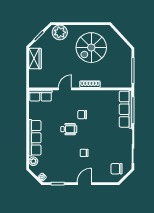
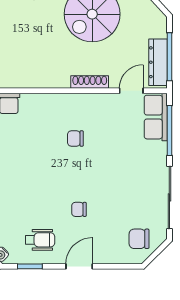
dresser: (127, 74) -> (158, 62), added
door: (65, 89) -> (131, 91), moved
row of seats: (126, 109) -> (156, 117), width x0.68
wheelchair: (69, 129) -> (40, 240), moved

